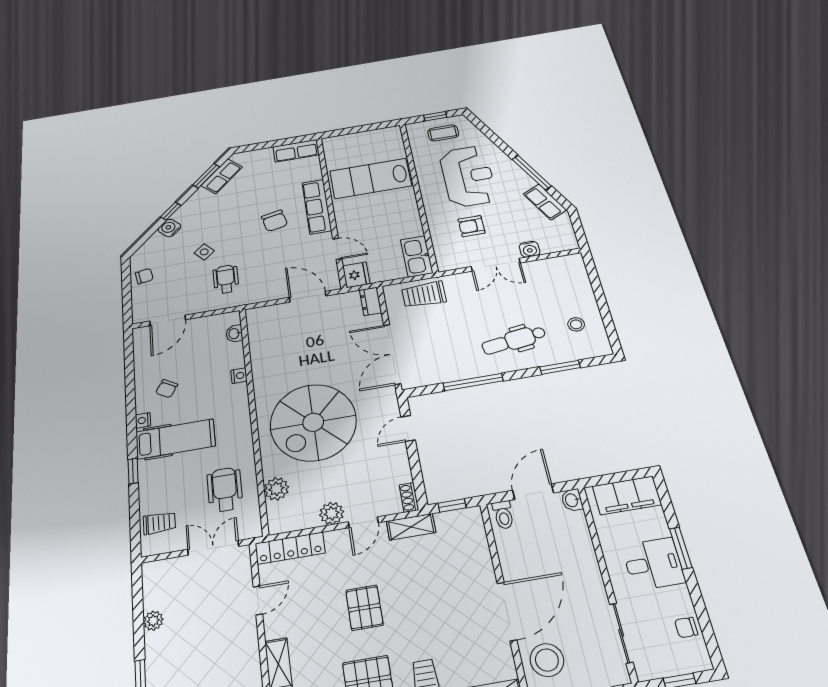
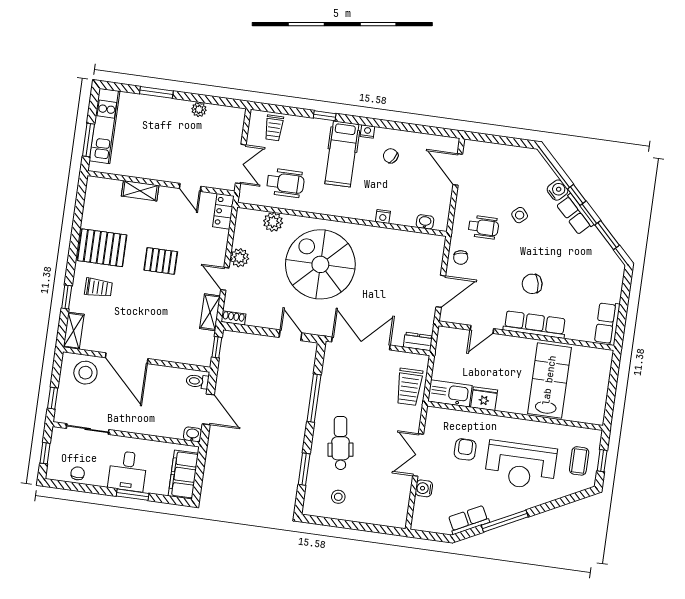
row of seats: (222, 176) -> (575, 214), moved
fridge: (356, 275) -> (484, 399), moved, turned 180
chair: (144, 276) -> (461, 257), moved
trolley: (424, 295) -> (409, 387), turned 180
locker: (290, 548) -> (223, 211), width x0.66

